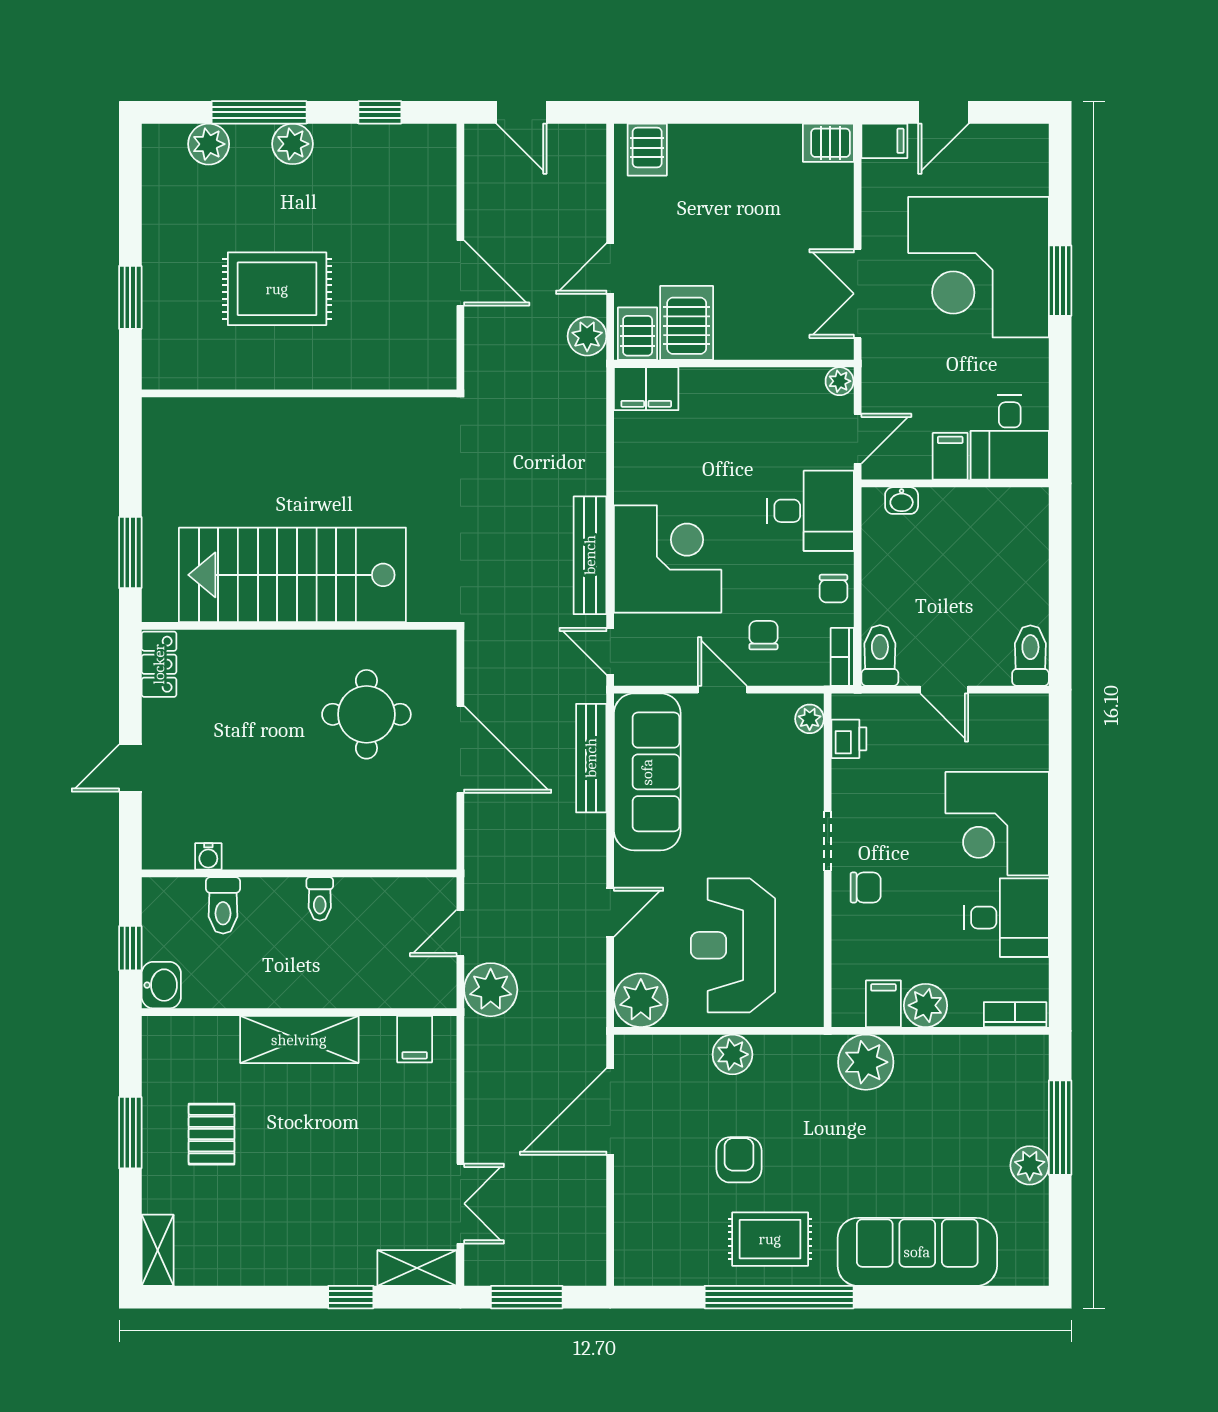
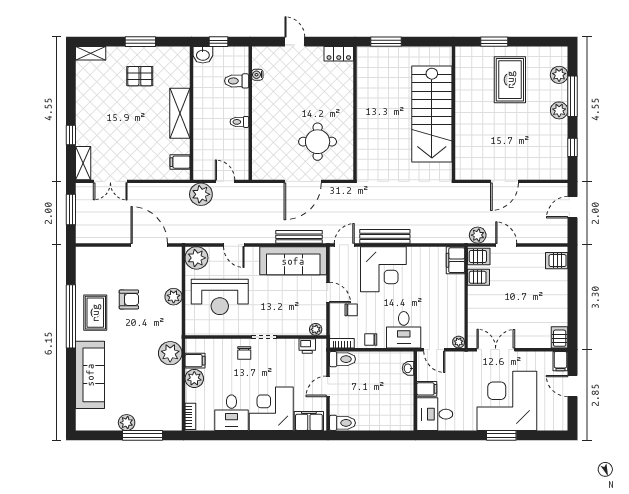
rug: (277, 289) -> (510, 80), moved
server rack: (687, 323) -> (479, 277), width x0.73, depth x0.70
stairs: (292, 575) -> (432, 114), moved, turned 180
door: (722, 690) -> (328, 292), hinge flipped
filing cabinet: (1026, 735) -> (309, 421), added
reception desk: (733, 945) -> (220, 297), turned 180

